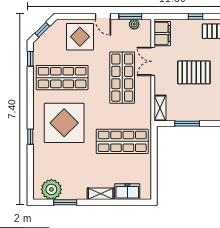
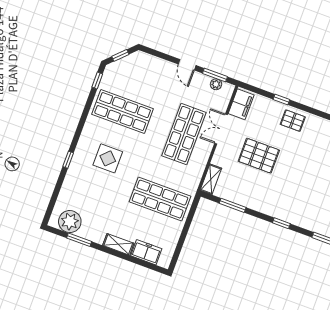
display table: (80, 37) -> (156, 77), removed
display table: (64, 123) -> (108, 158), width x0.54, depth x0.54

